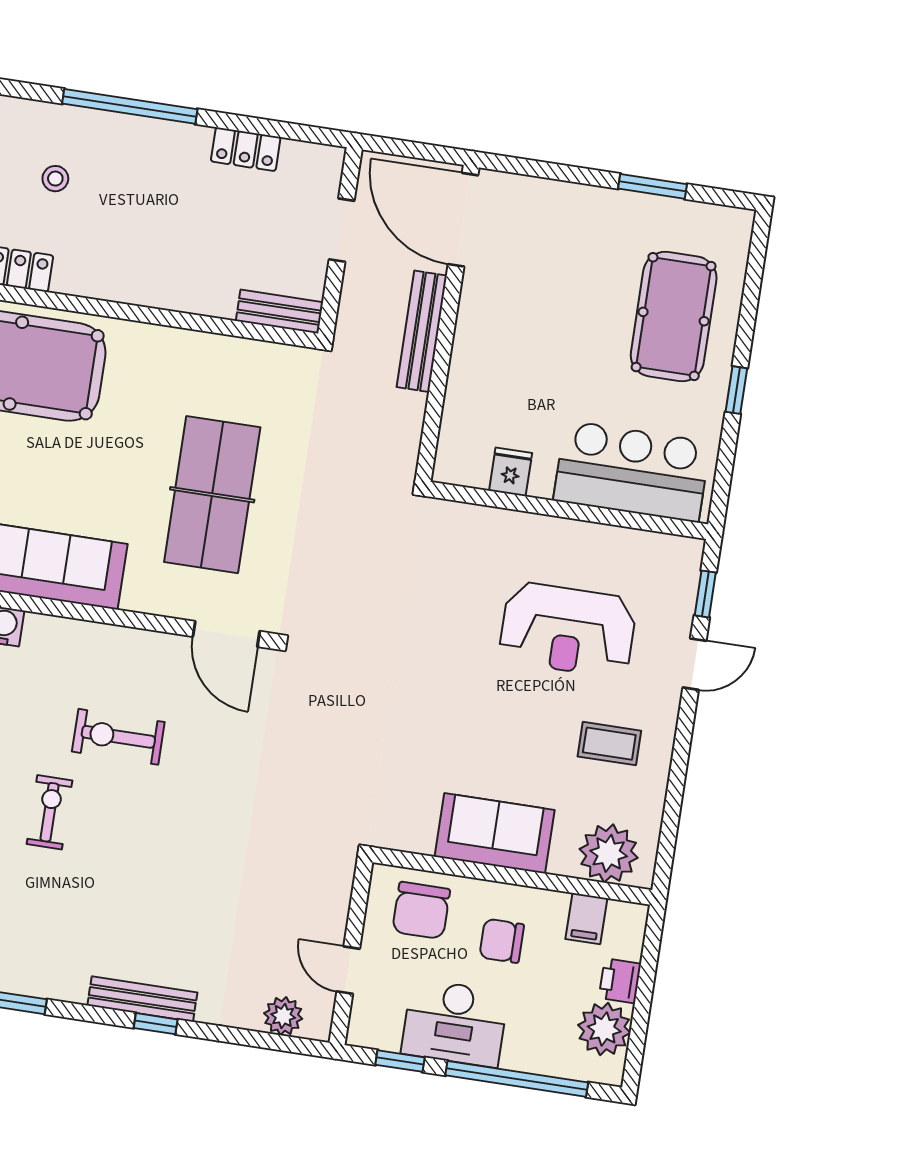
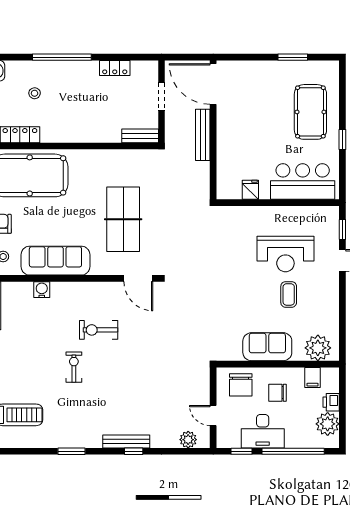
coffee table: (609, 744) -> (289, 294), moved, turned 90

